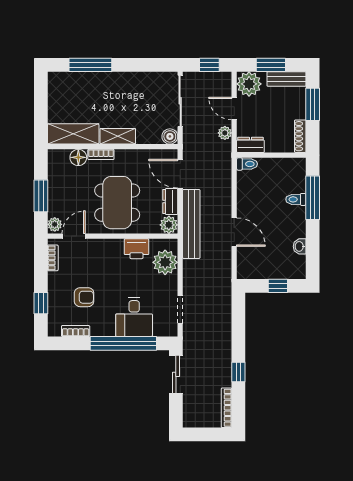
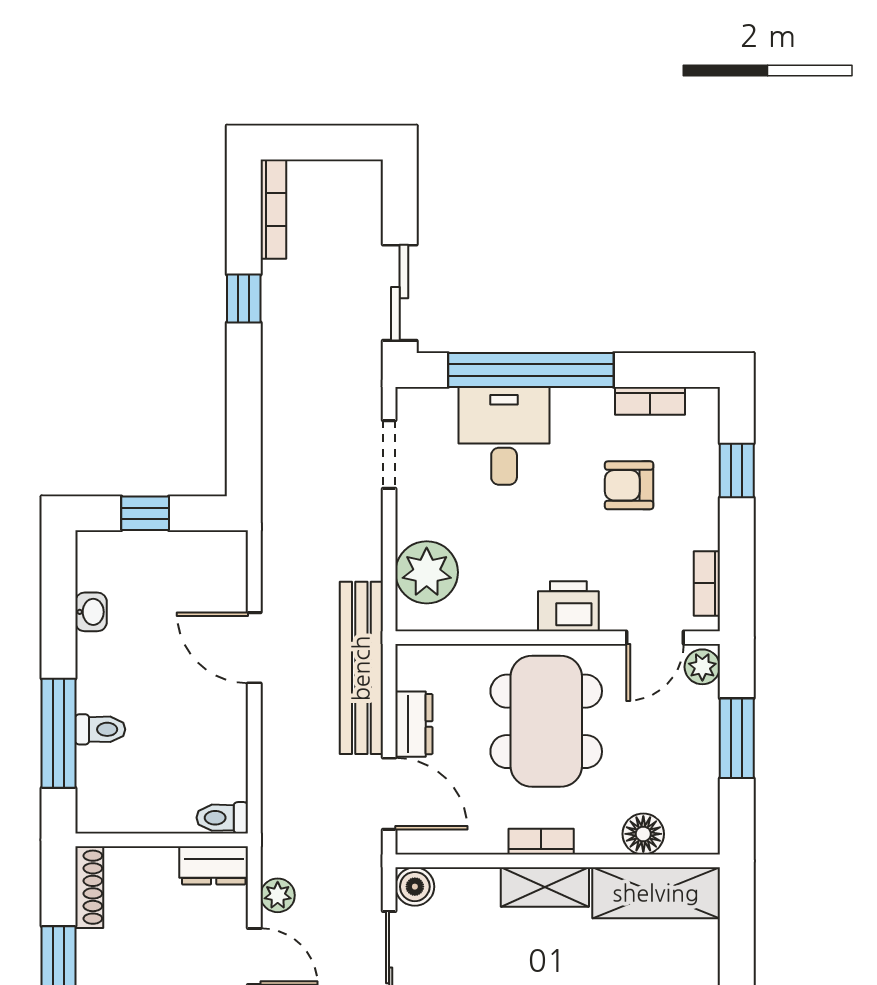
bookcase: (101, 154) -> (541, 842), moved
plant: (169, 225) -> (417, 666), removed
printer: (136, 249) -> (568, 606), moved

